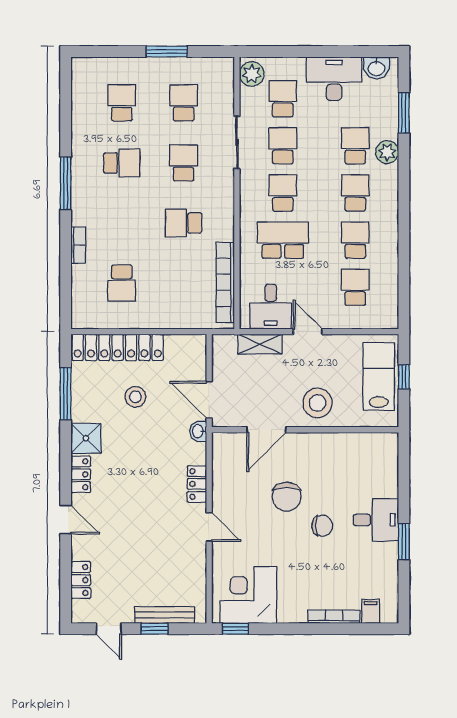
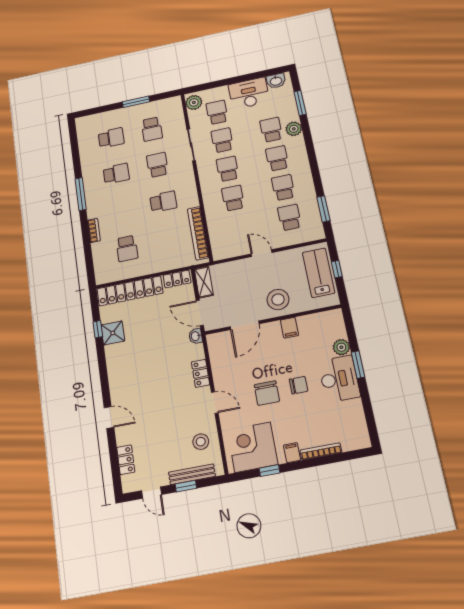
school desk: (122, 103) -> (111, 138), turned 90
school desk: (184, 103) -> (152, 129), turned 180
school desk: (184, 223) -> (163, 202), turned 180
school desk: (283, 240) -> (233, 198), width x0.54
window: (404, 285) -> (323, 209), added
desk: (271, 307) -> (232, 242), removed
shelving: (260, 344) -> (204, 282), moved, turned 90
window: (66, 394) -> (98, 329), width x0.46
stool: (135, 397) -> (201, 442), moved
shower: (86, 438) -> (113, 333), moved
filing cabinet: (325, 446) -> (290, 328), added
locker: (81, 474) -> (177, 279), moved, turned 90
plant: (388, 486) -> (341, 347), added
chair: (286, 497) -> (267, 393), moved
desk: (376, 520) -> (339, 379), width x1.37
window: (404, 542) -> (358, 365), moved
filing cabinet: (371, 611) -> (292, 453), moved
window: (235, 629) -> (269, 471), moved

